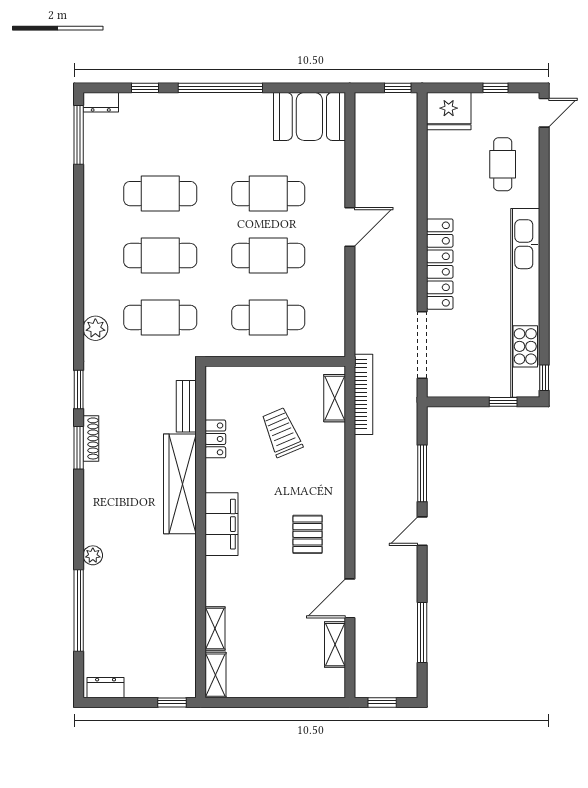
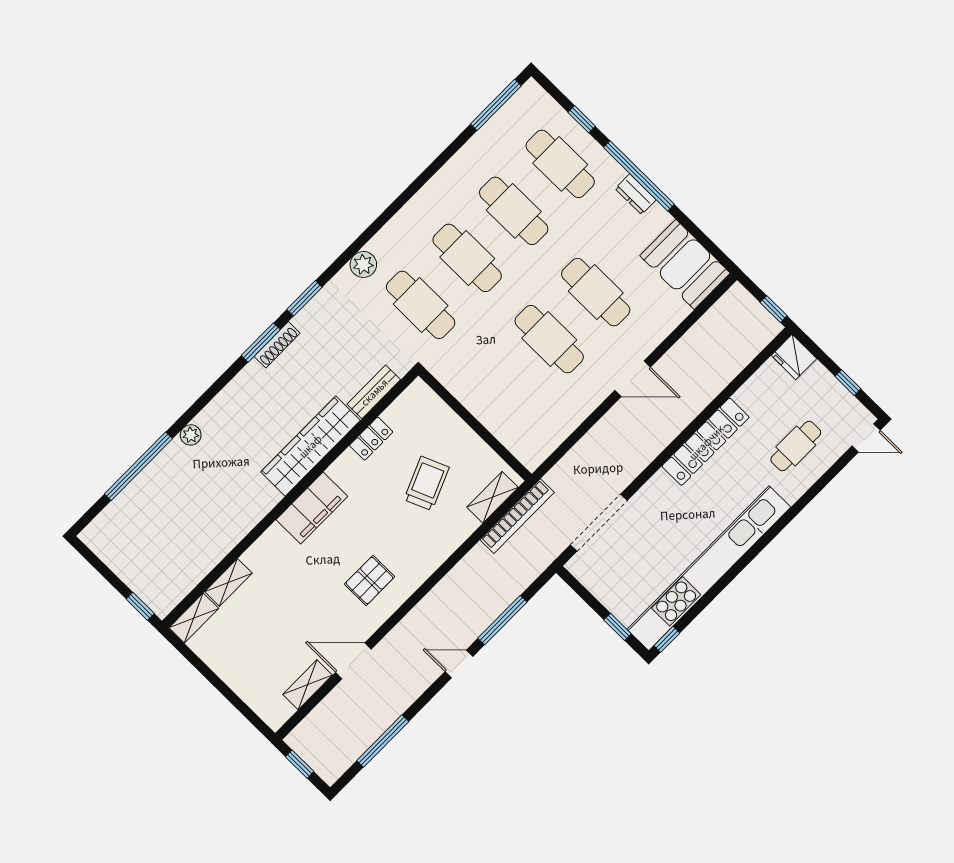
dresser: (101, 102) -> (636, 194), moved
fridge: (449, 111) -> (794, 357), width x0.73, depth x0.75
locker: (440, 264) -> (706, 442), moved
cafe table: (268, 317) -> (560, 164), moved
dresser: (106, 688) -> (101, 545), removed

